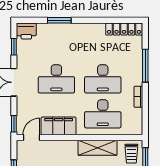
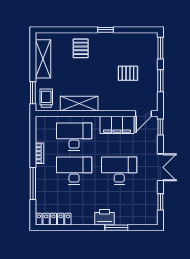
printer: (26, 31) -> (105, 217), moved

